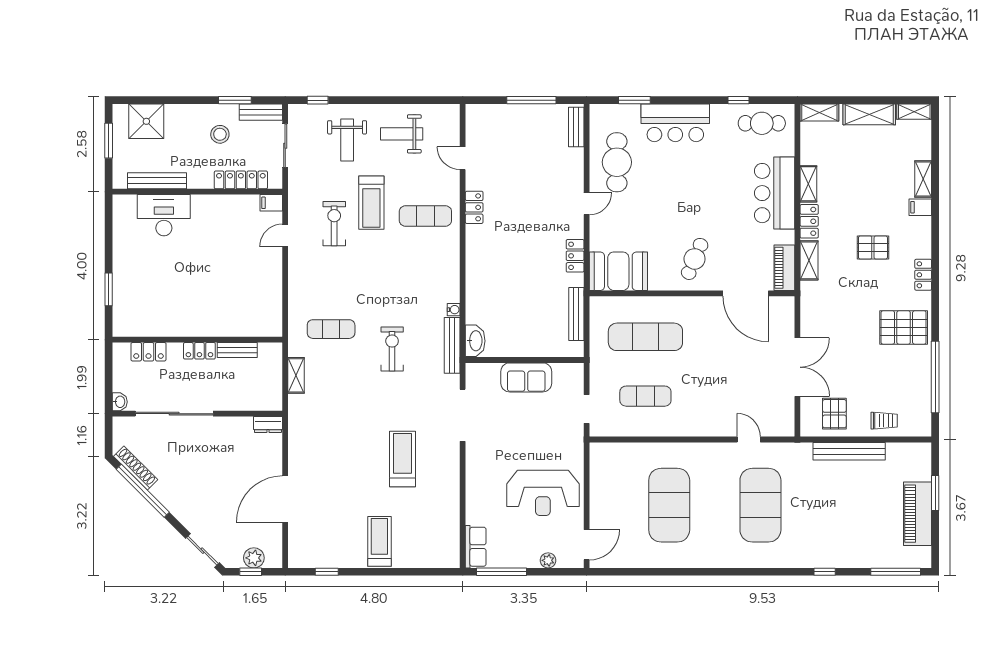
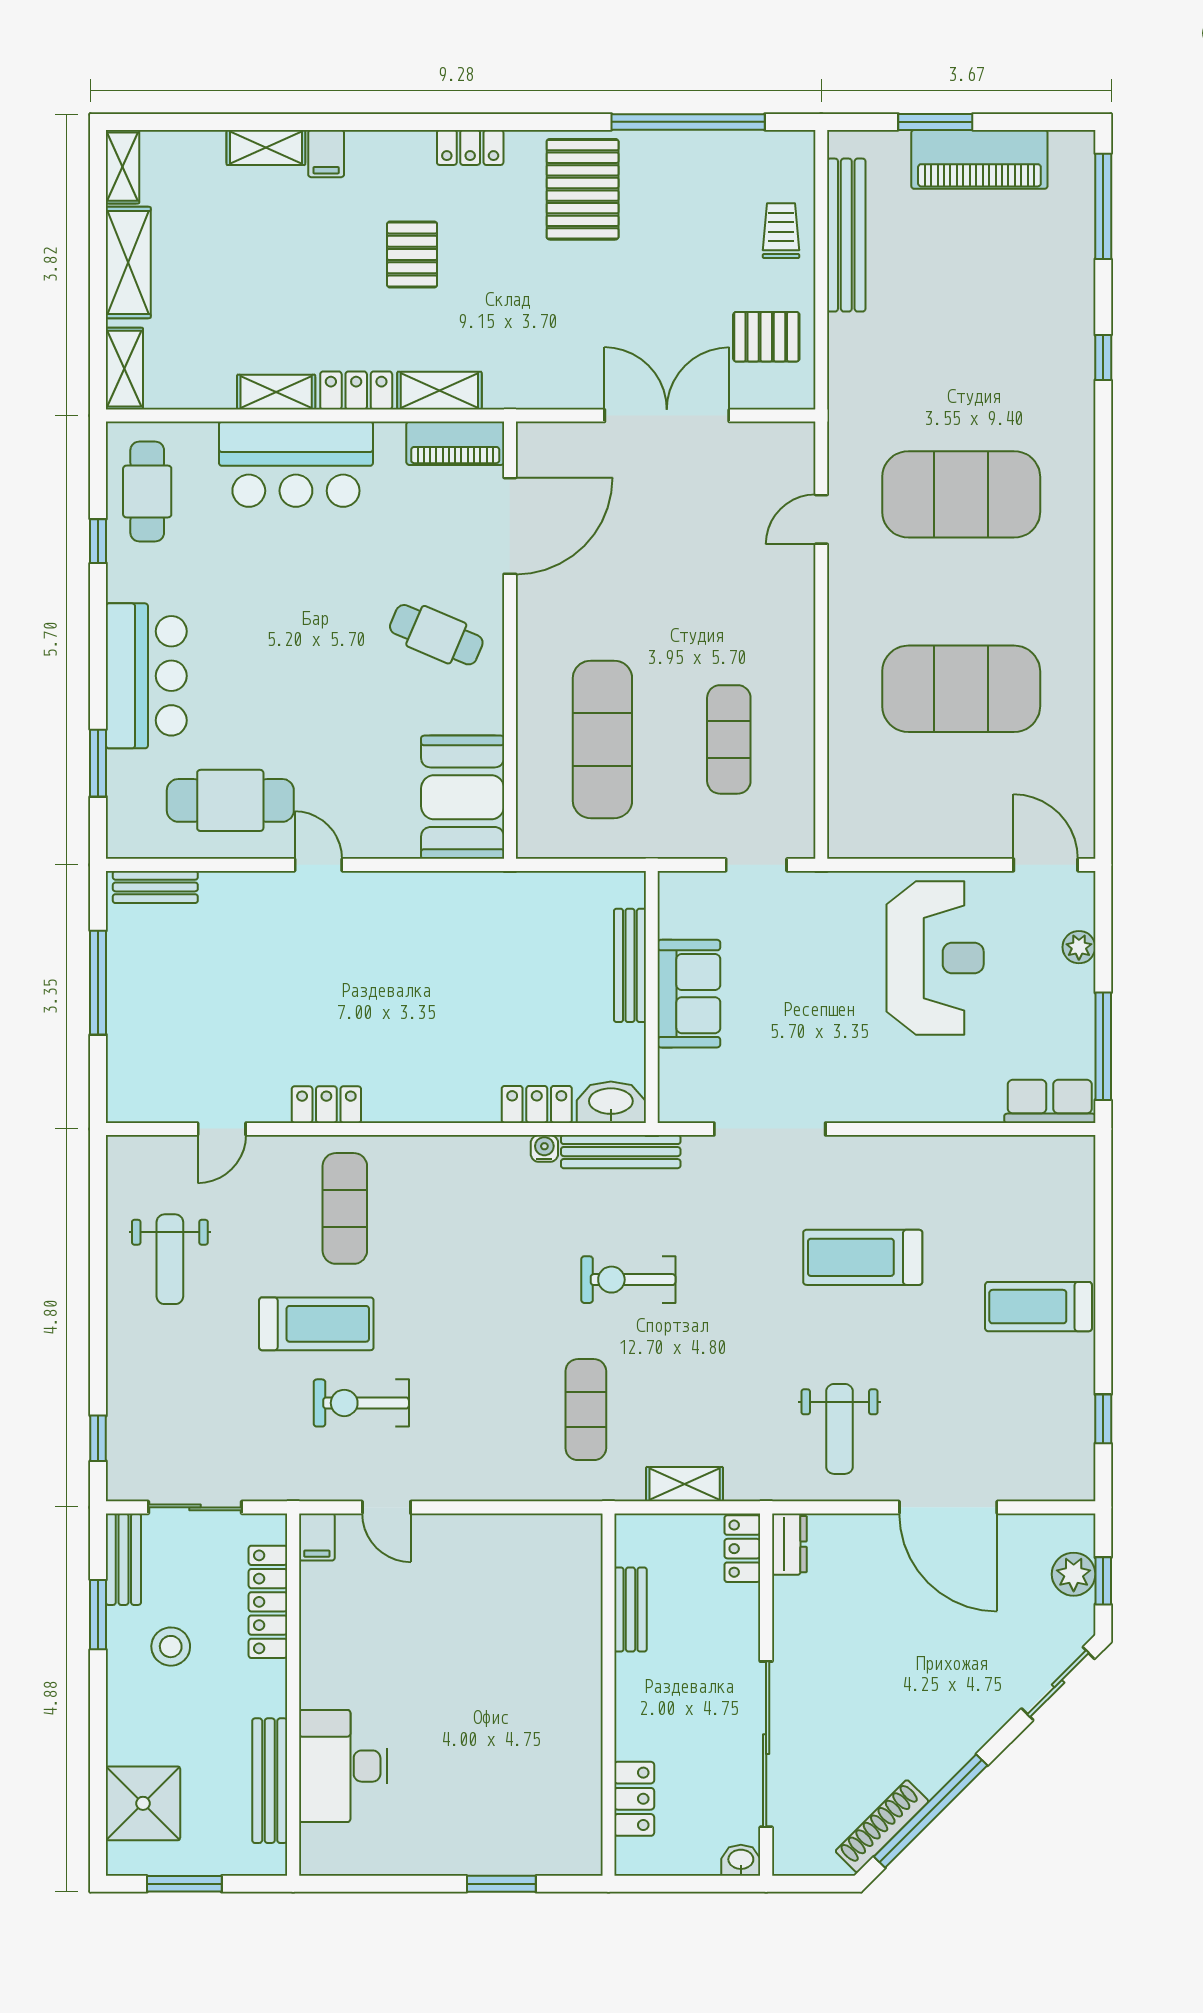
weight bench: (347, 140) -> (839, 1429), moved, turned 90
locker: (575, 256) -> (537, 1104), moved, turned 180
bench: (576, 314) -> (630, 965), moved, turned 90
locker: (199, 351) -> (742, 1549), moved, turned 180
bench: (849, 451) -> (846, 235), moved

